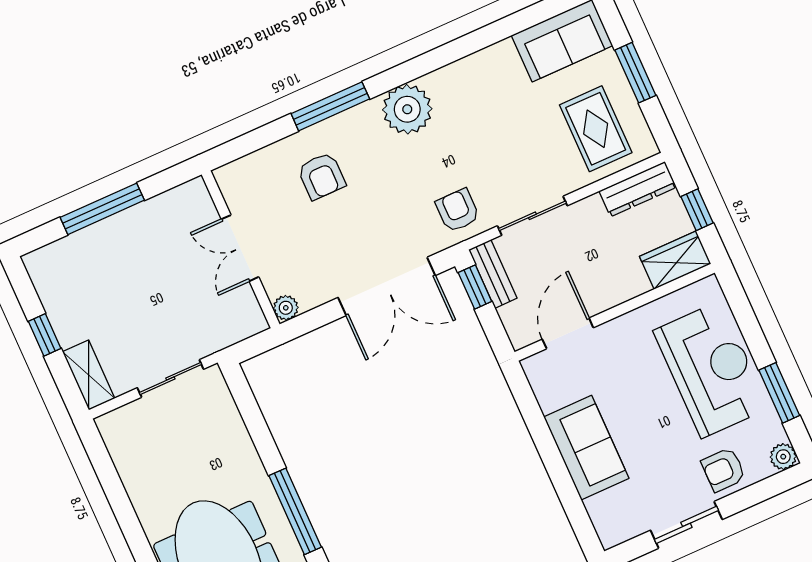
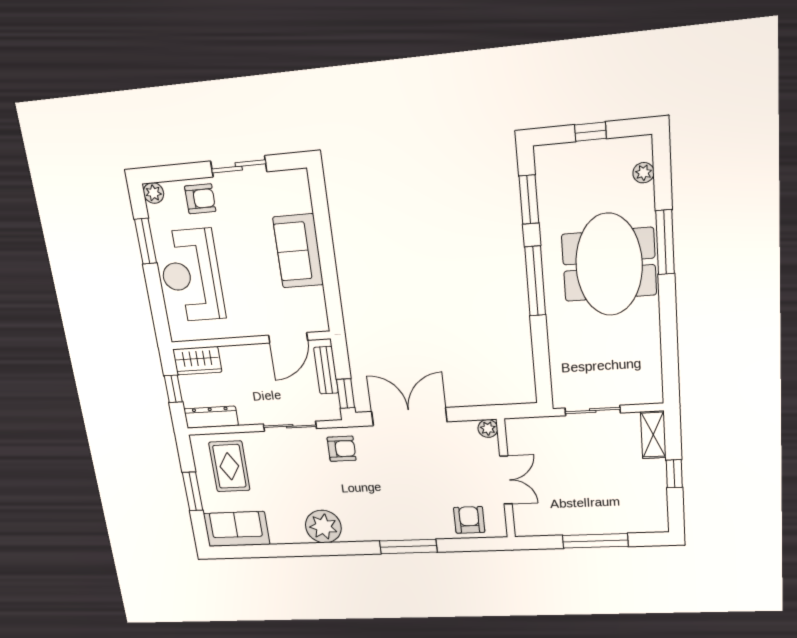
plant: (407, 109) -> (323, 527), moved
armchair: (321, 176) -> (469, 520), moved
armchair: (458, 210) -> (342, 449), turned -90
bench: (493, 274) -> (326, 370), moved

